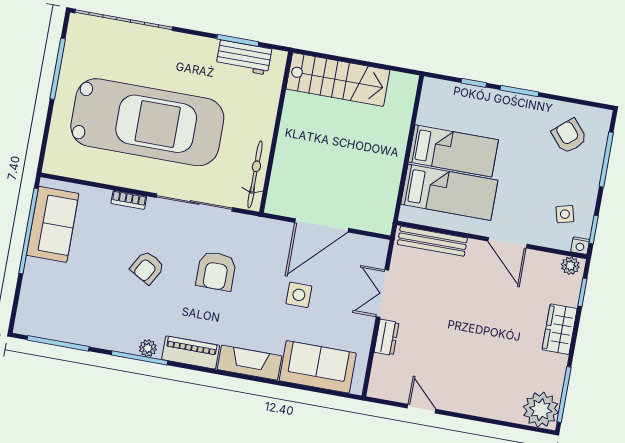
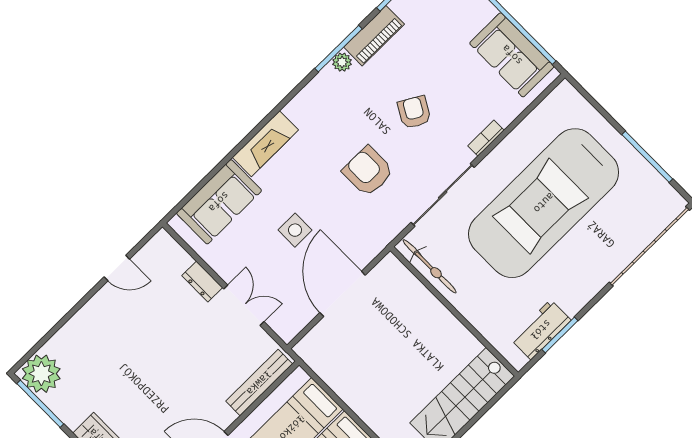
piano: (191, 352) -> (374, 36), moved

